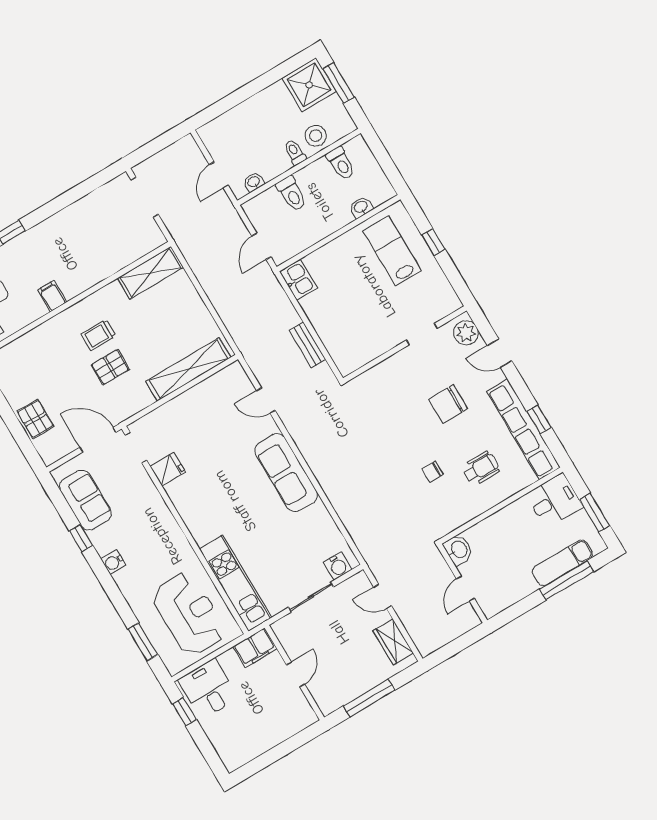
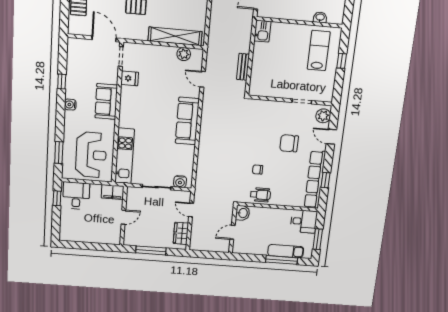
plant: (217, 385) -> (184, 54), added
wheelchair: (481, 468) -> (260, 195), moved
sofa: (85, 500) -> (106, 102), moved, turned 180

